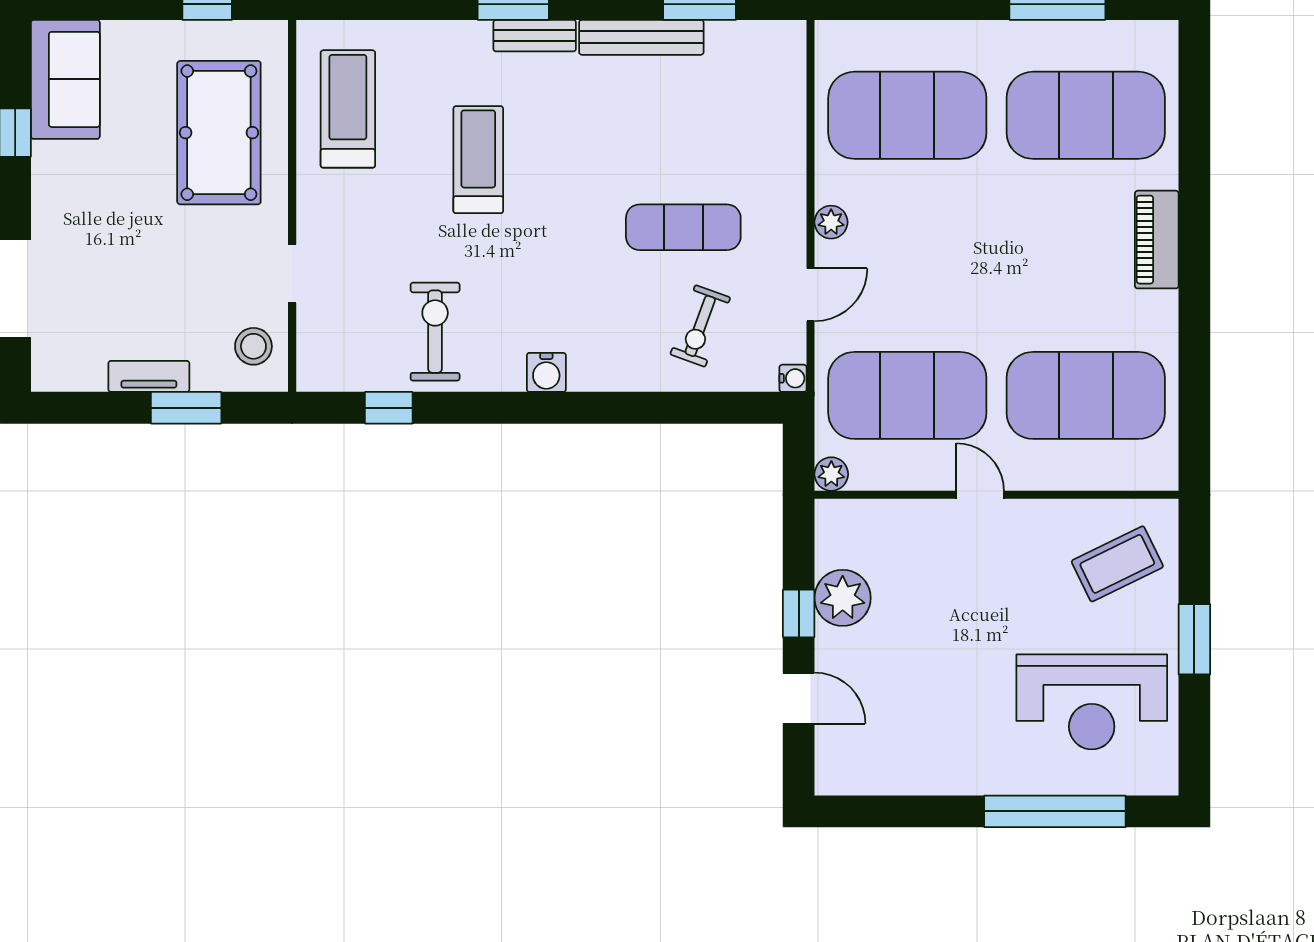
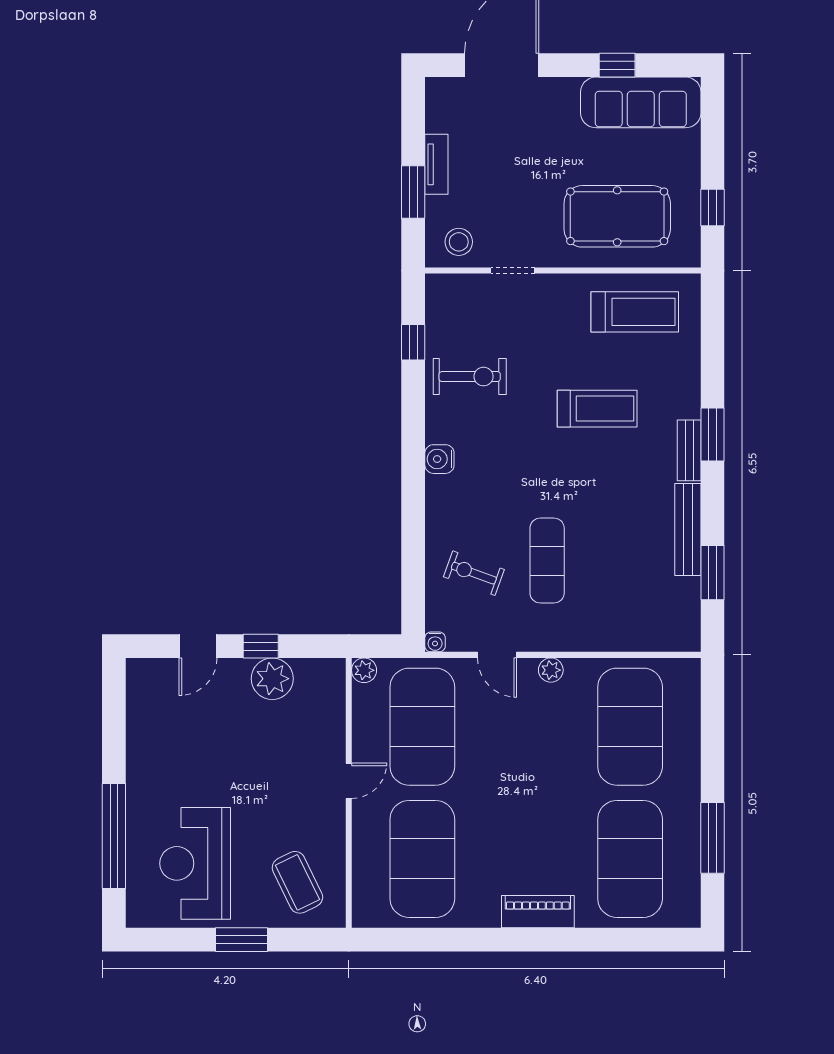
sofa: (65, 79) -> (641, 102), width x1.36

